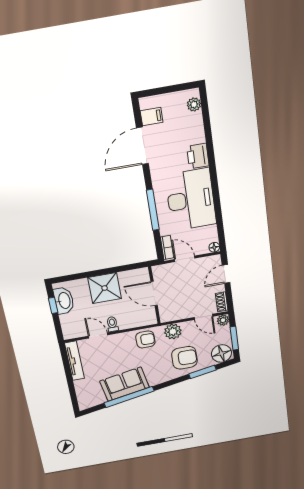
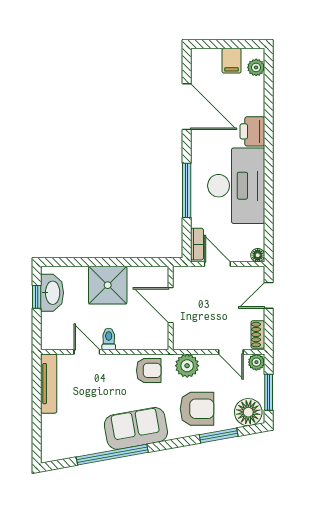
filing cabinet: (152, 116) -> (232, 61), moved, turned 90
door: (142, 146) -> (187, 107), swing flipped
sofa: (125, 384) -> (136, 428), moved

